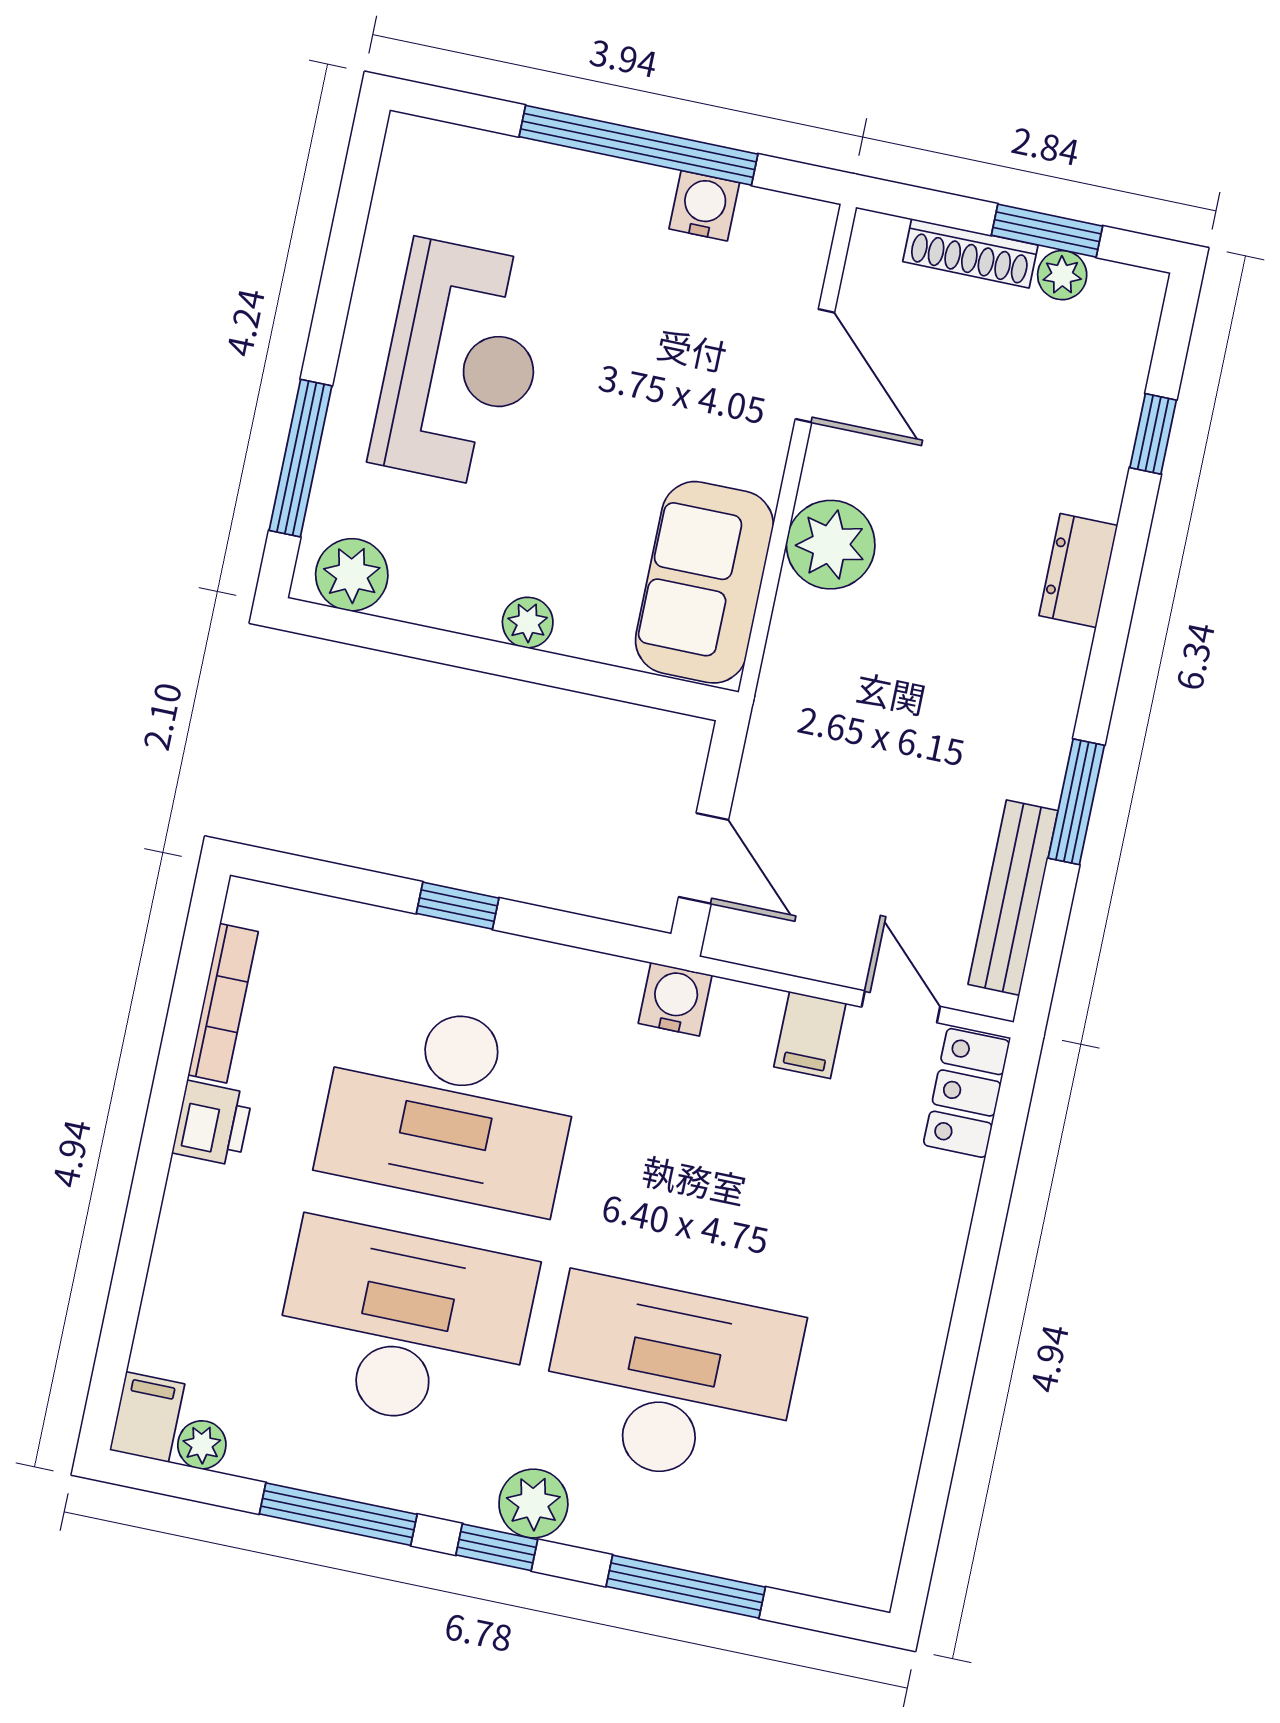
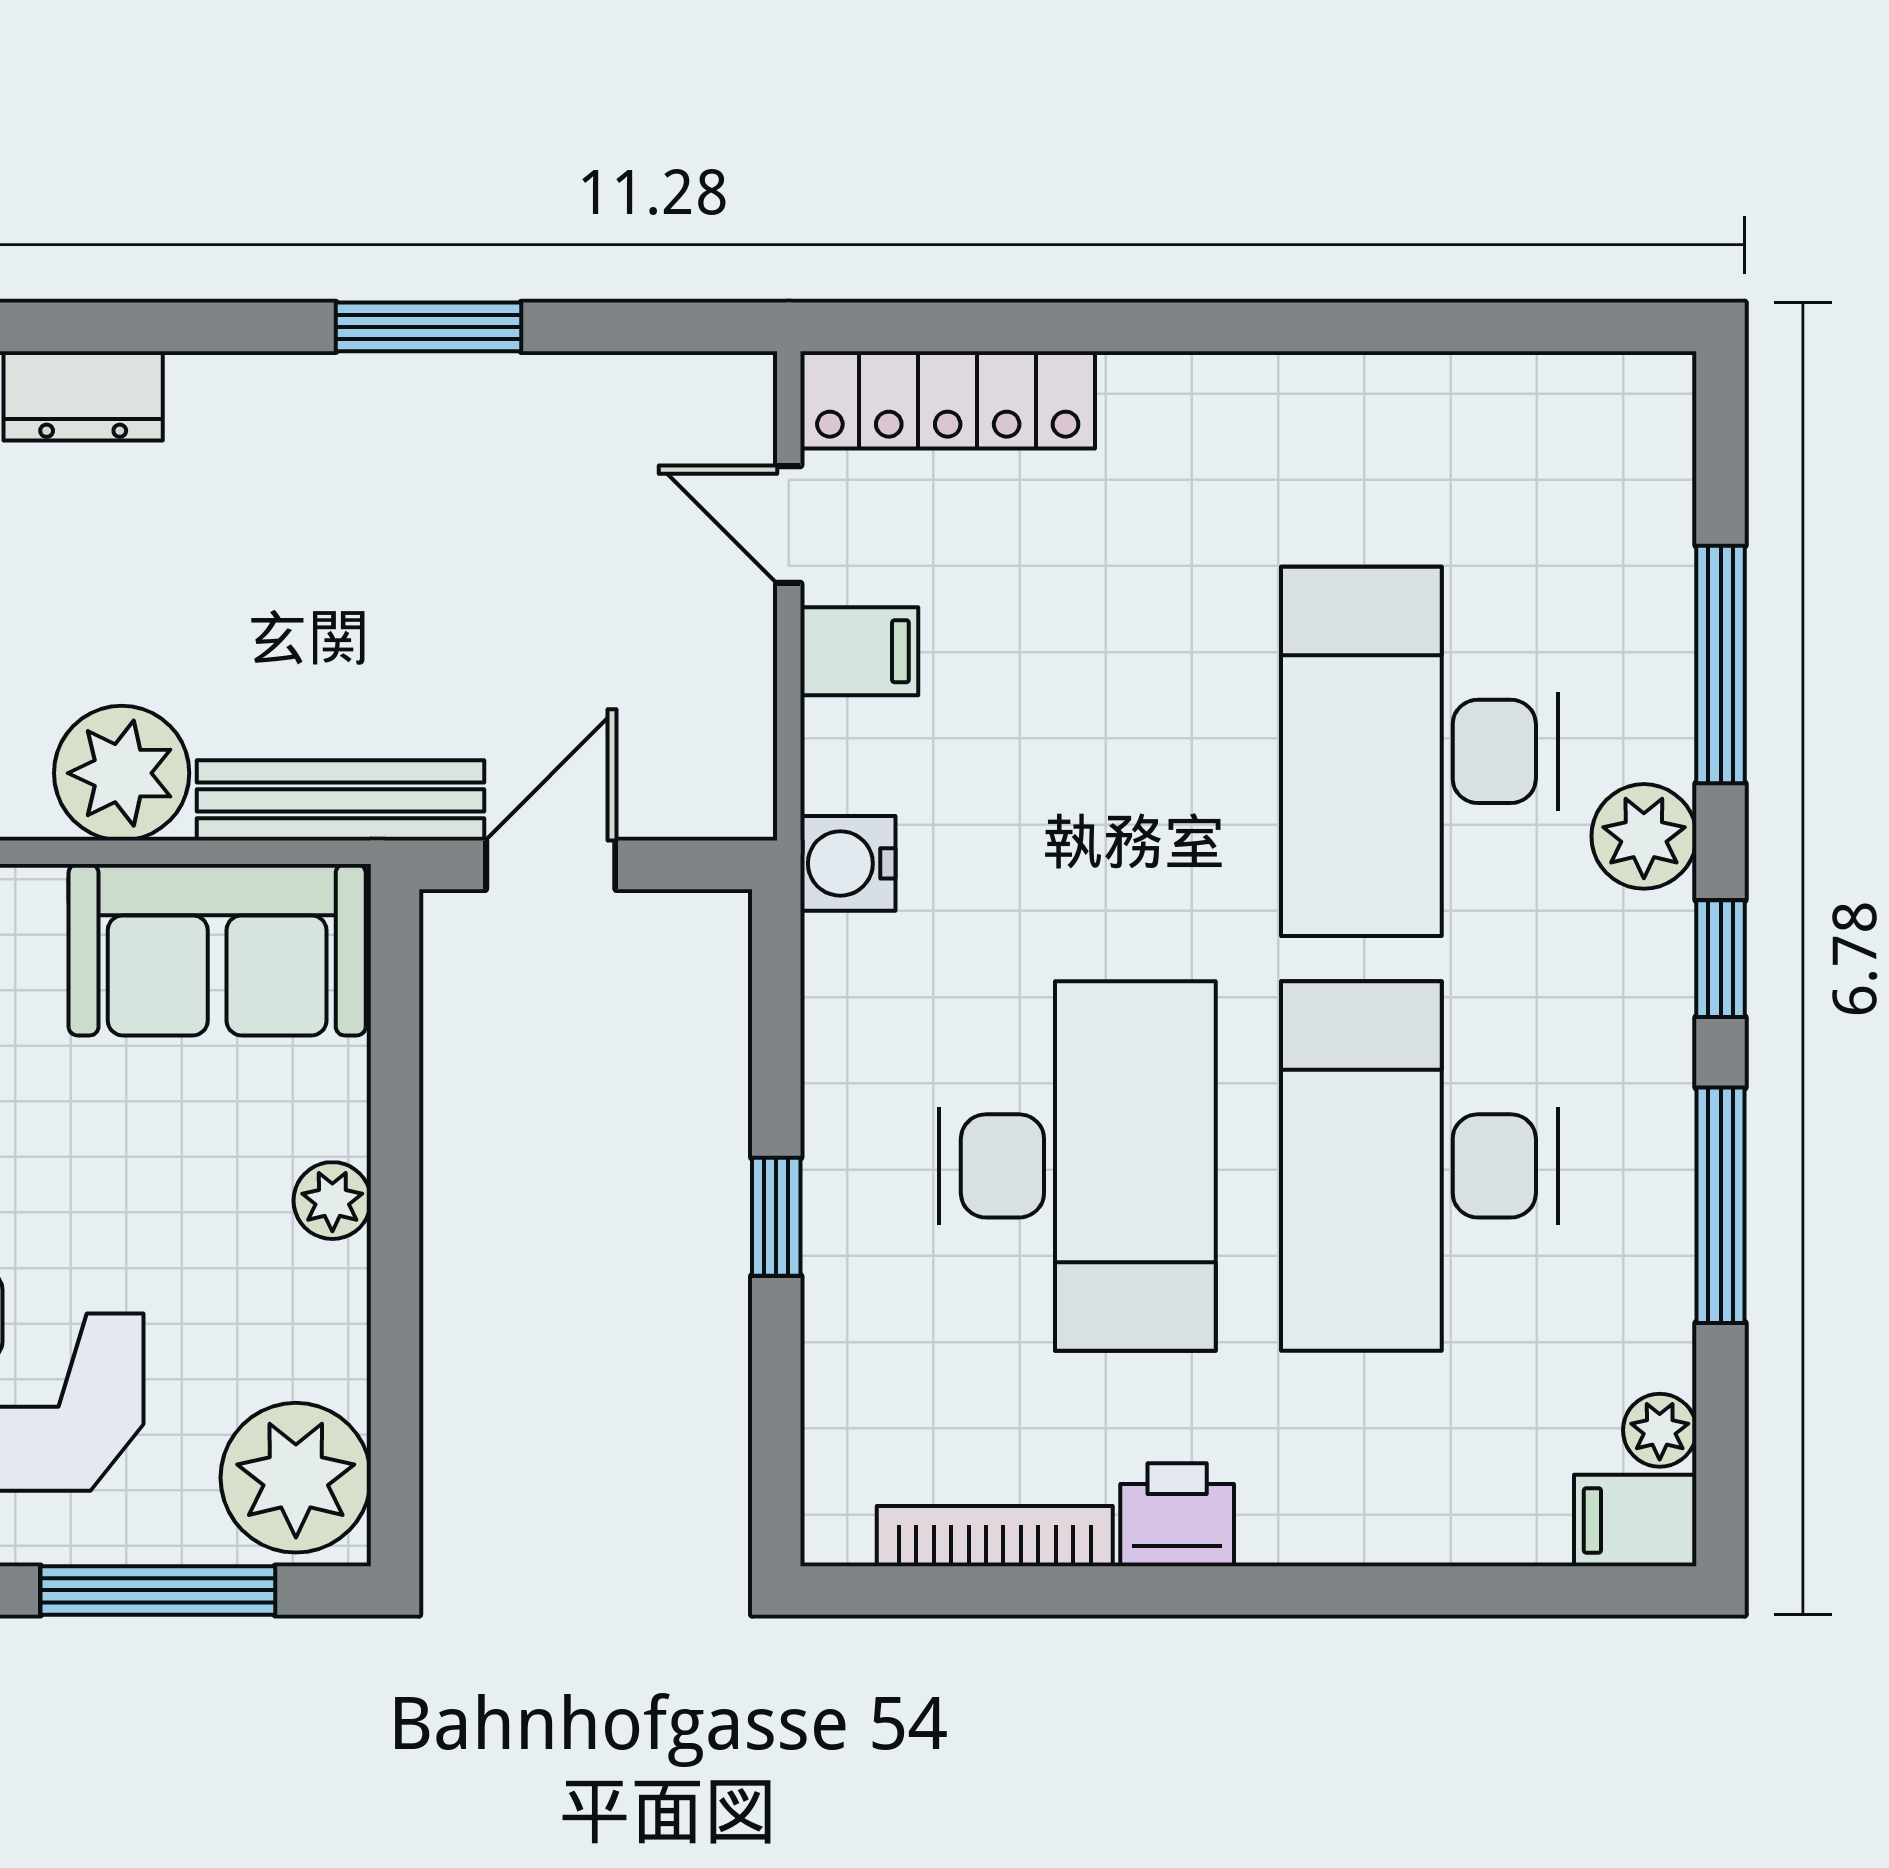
plant: (352, 575) -> (296, 1478), width x1.36, depth x1.36
door: (704, 858) -> (551, 865), moved
bench: (1013, 898) -> (341, 800), moved
door: (901, 1007) -> (789, 524), hinge flipped
locker: (966, 1093) -> (948, 400), width x1.53
plant: (533, 1503) -> (1644, 836), moved

